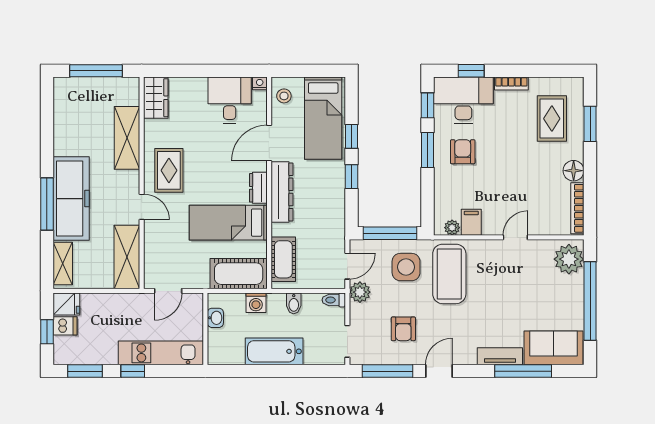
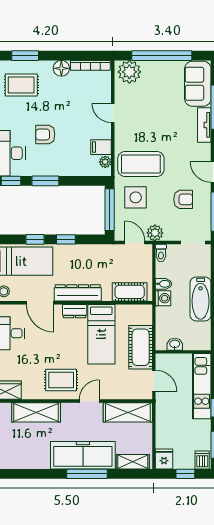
armchair: (463, 152) -> (45, 134), moved
cot: (239, 274) -> (141, 347), moved
washing machine: (256, 303) -> (163, 298), moved
dishwasher: (65, 326) -> (202, 460), moved

